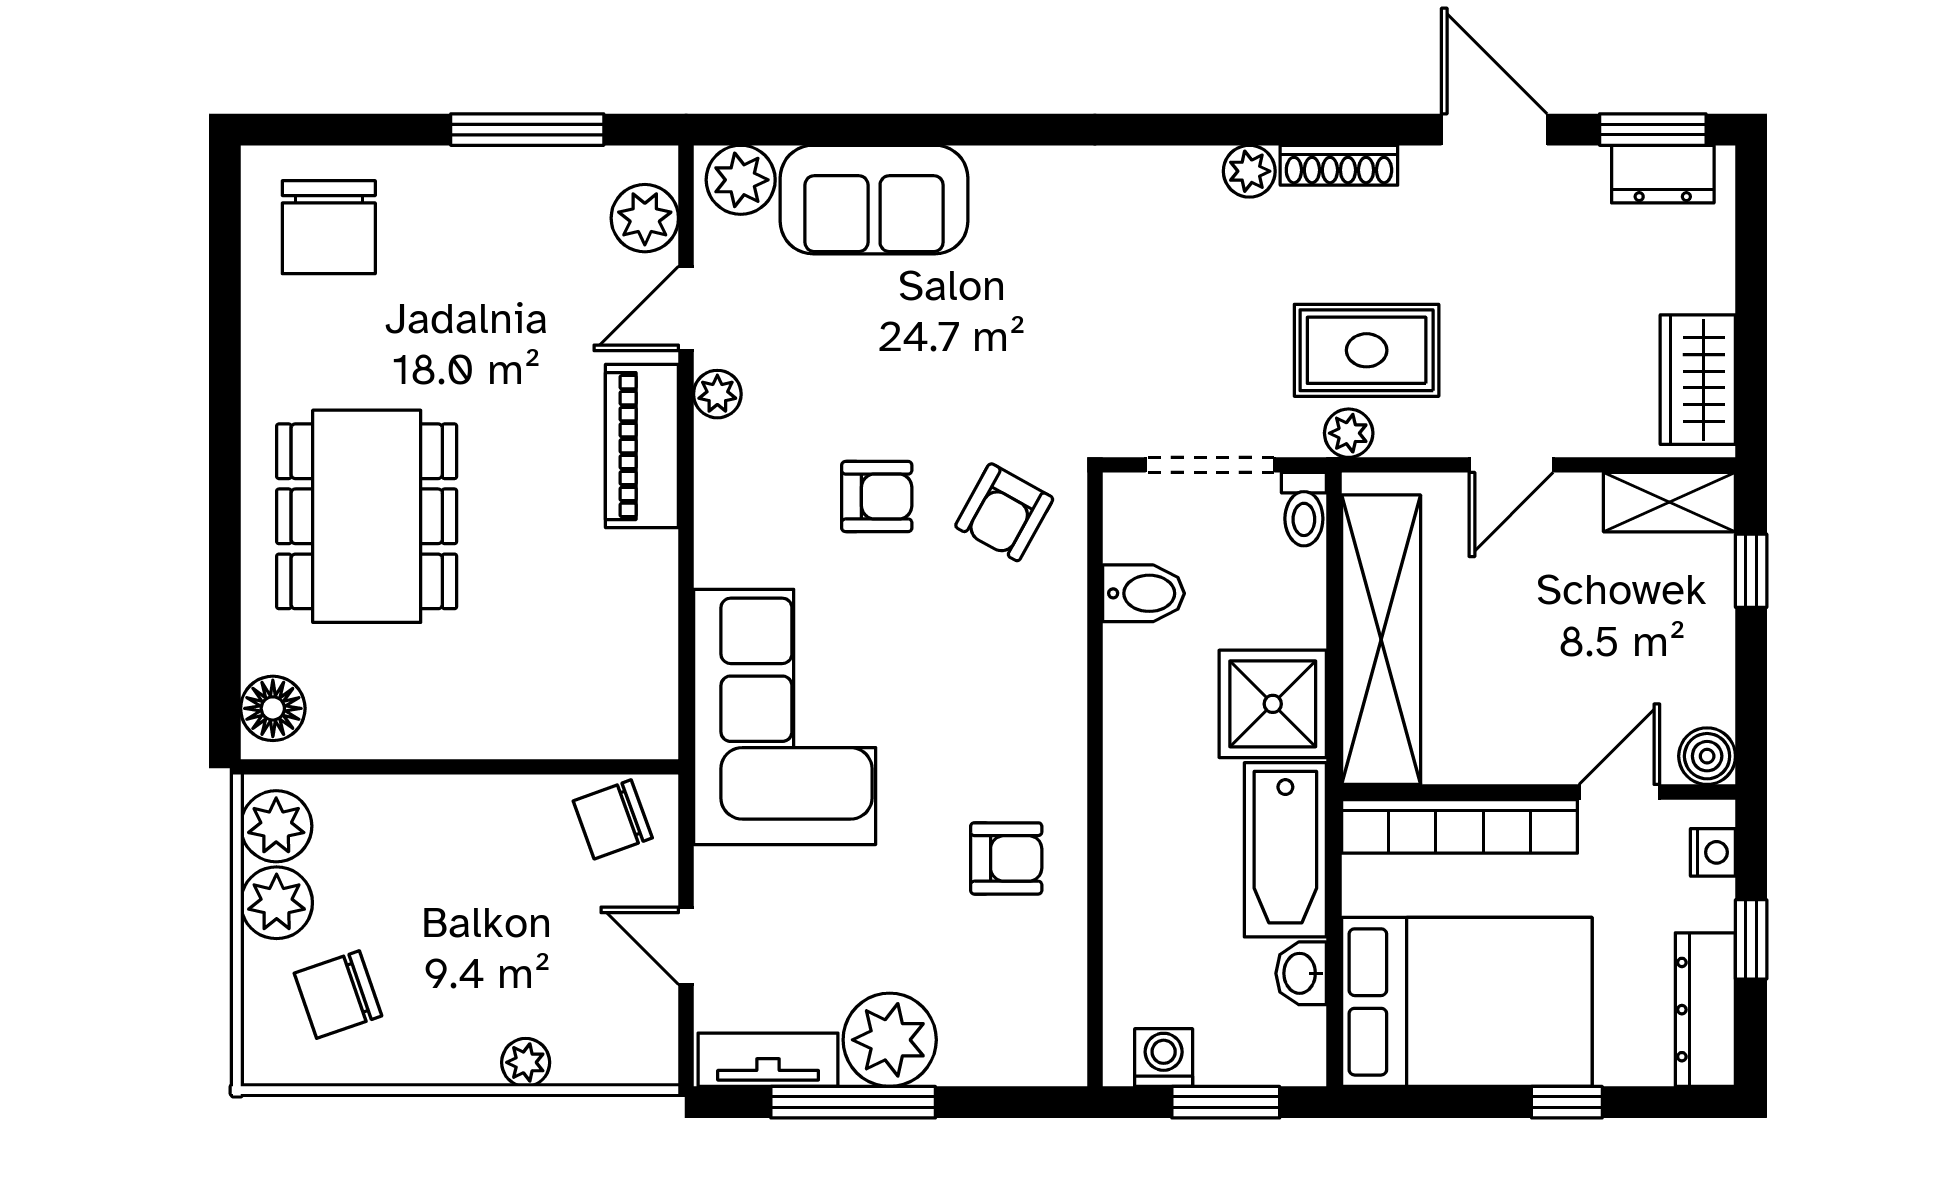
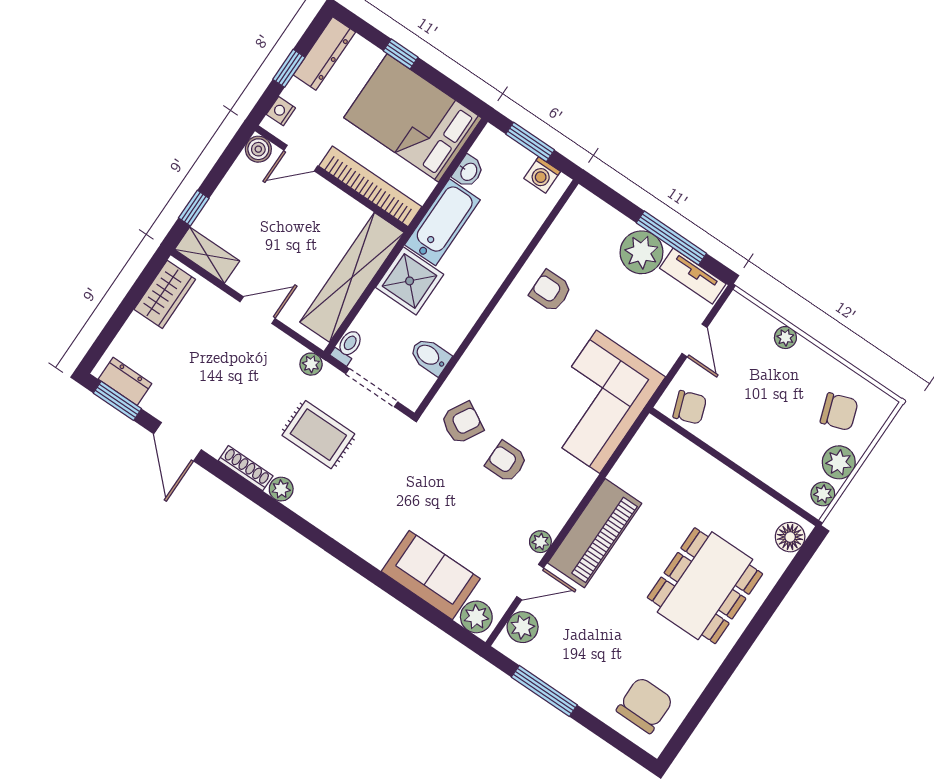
rug: (1367, 350) -> (318, 435), moved
piano: (642, 446) -> (595, 533), width x1.37, depth x1.33
plant: (276, 826) -> (823, 494), width x0.73, depth x0.73

